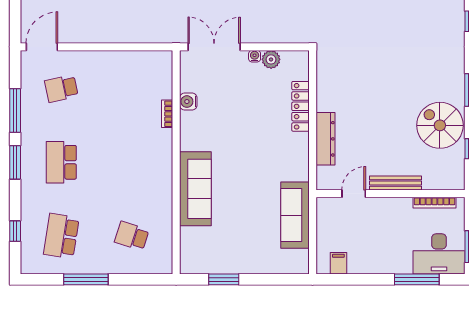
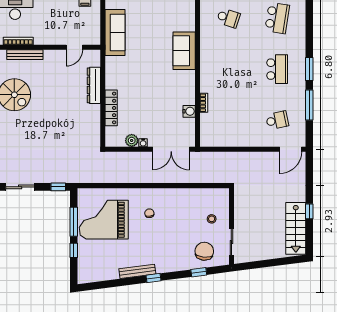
bench: (396, 183) -> (25, 55), moved
sofa: (195, 189) -> (184, 51), width x0.73
window: (15, 231) -> (309, 21), removed

